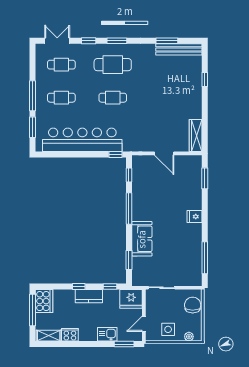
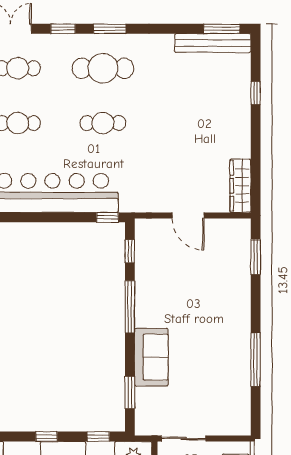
window: (167, 41) -> (222, 29), moved
fridge: (195, 217) -> (239, 320), removed
window: (205, 258) -> (256, 360), moved

